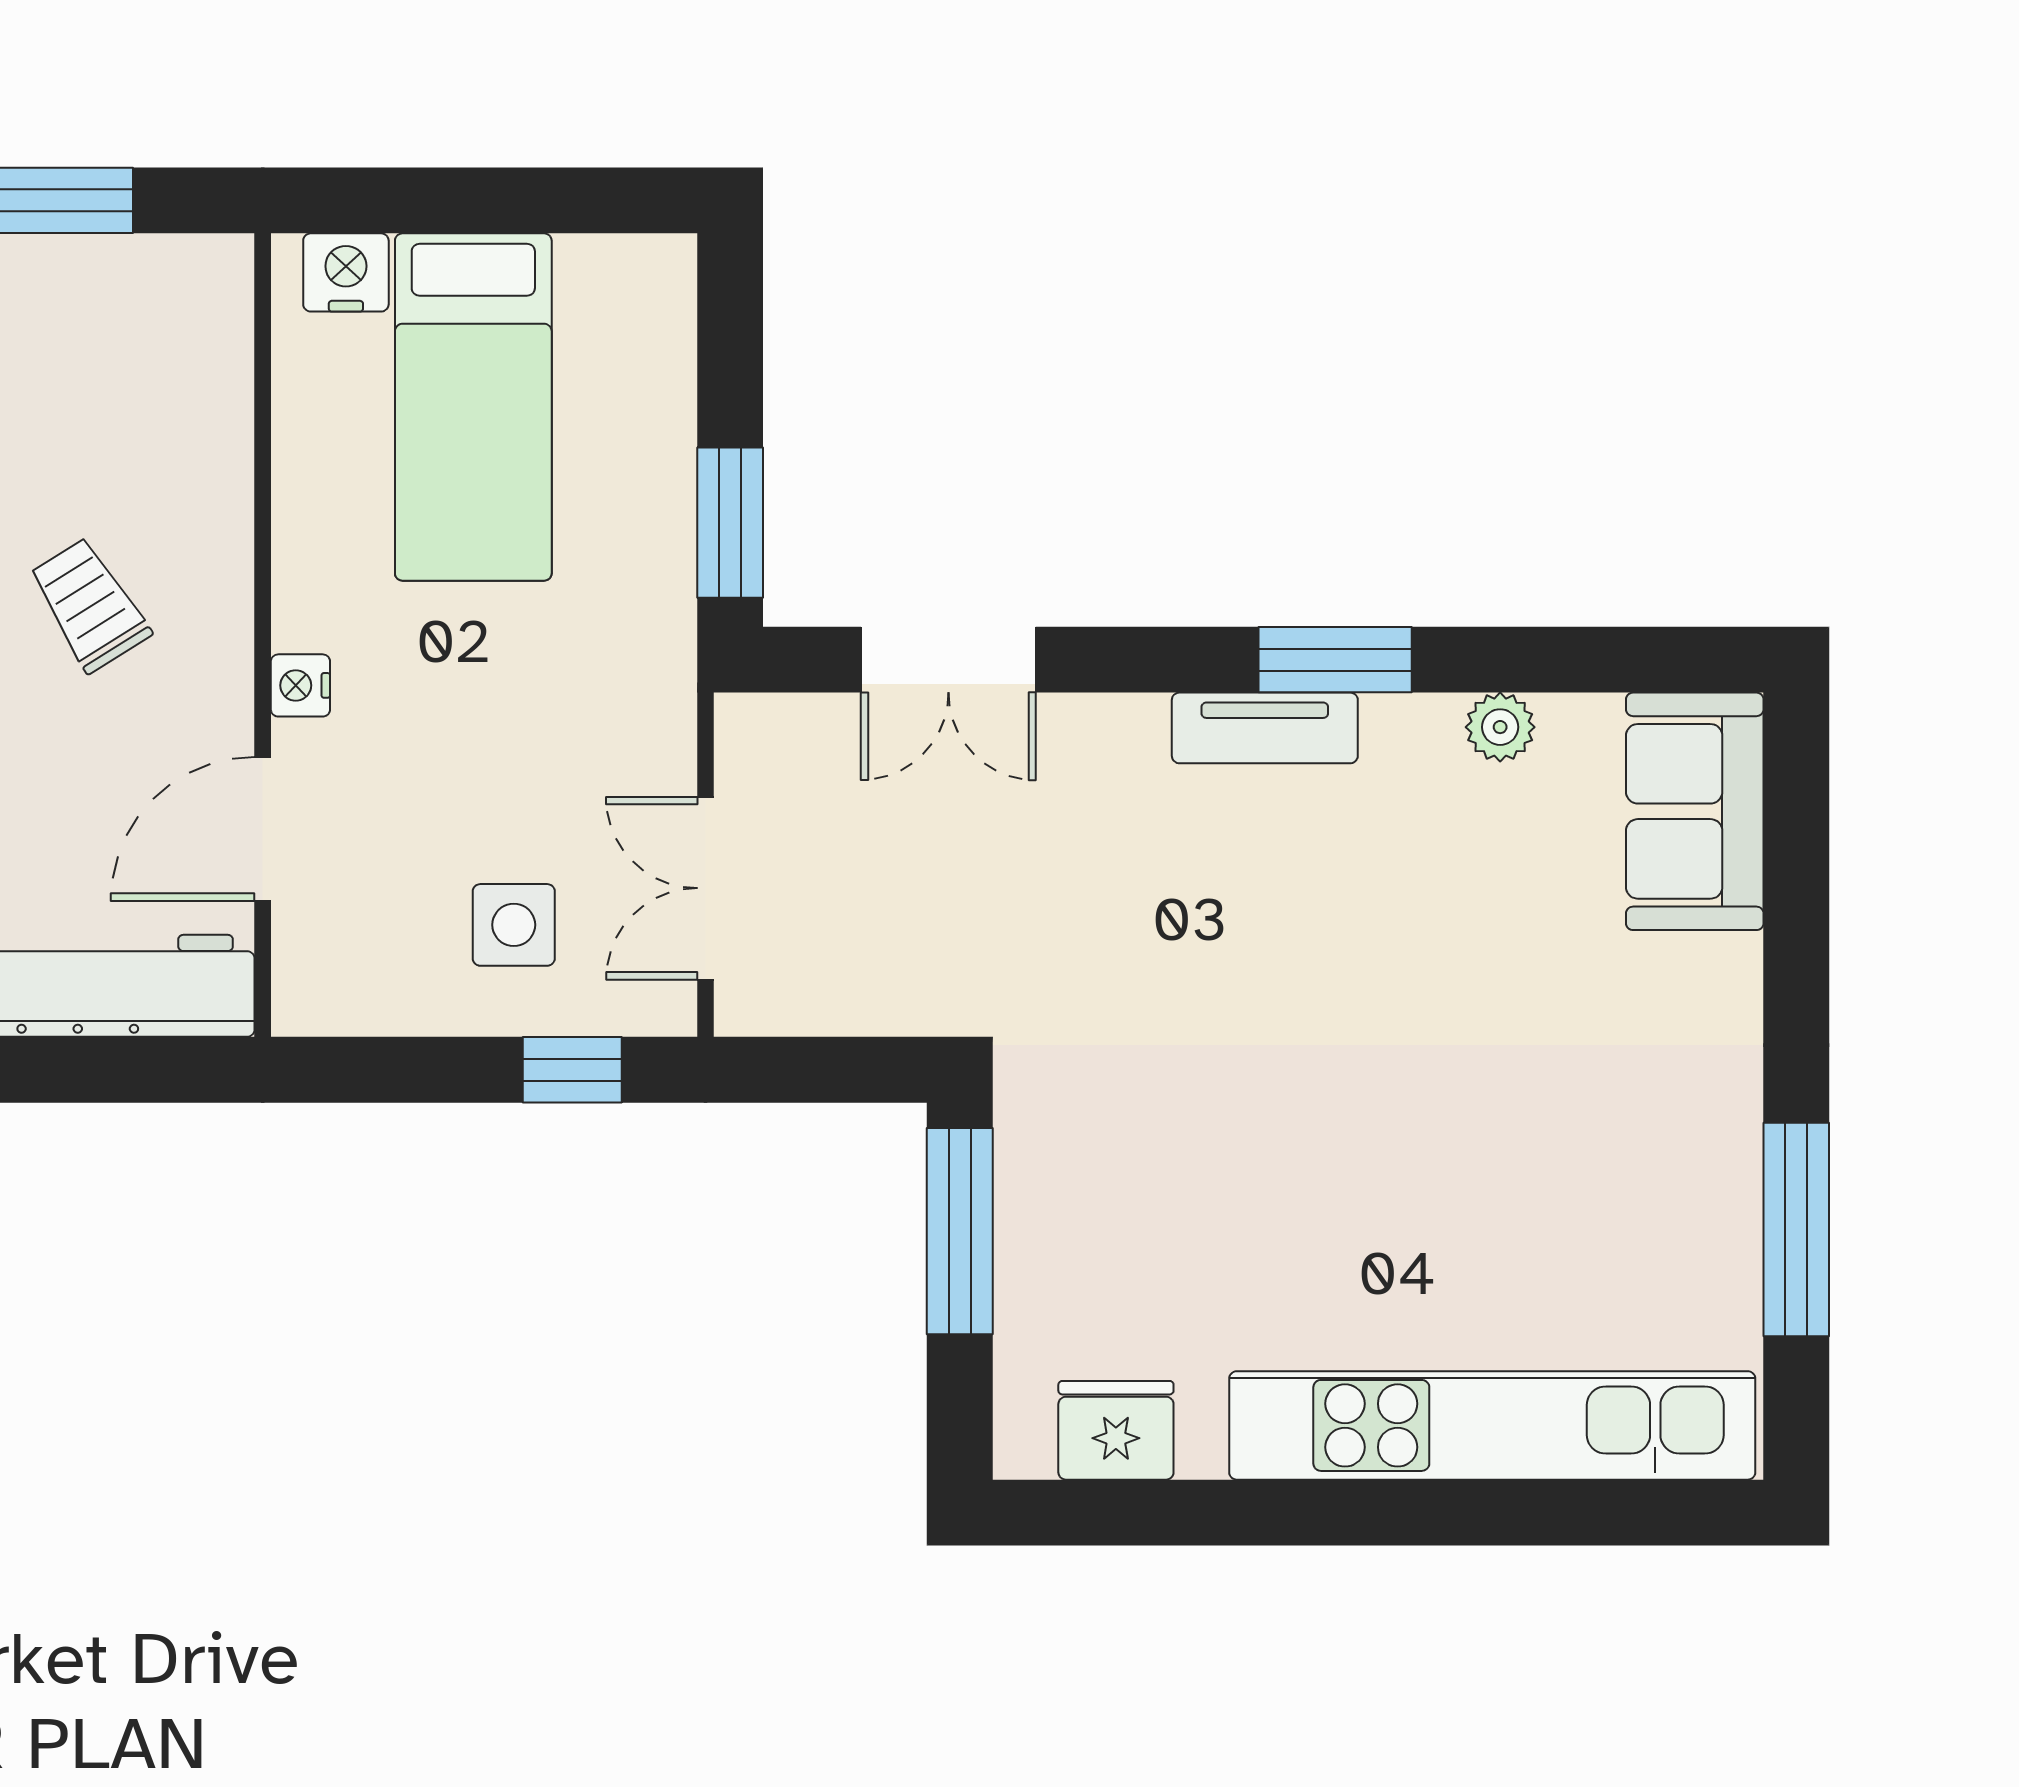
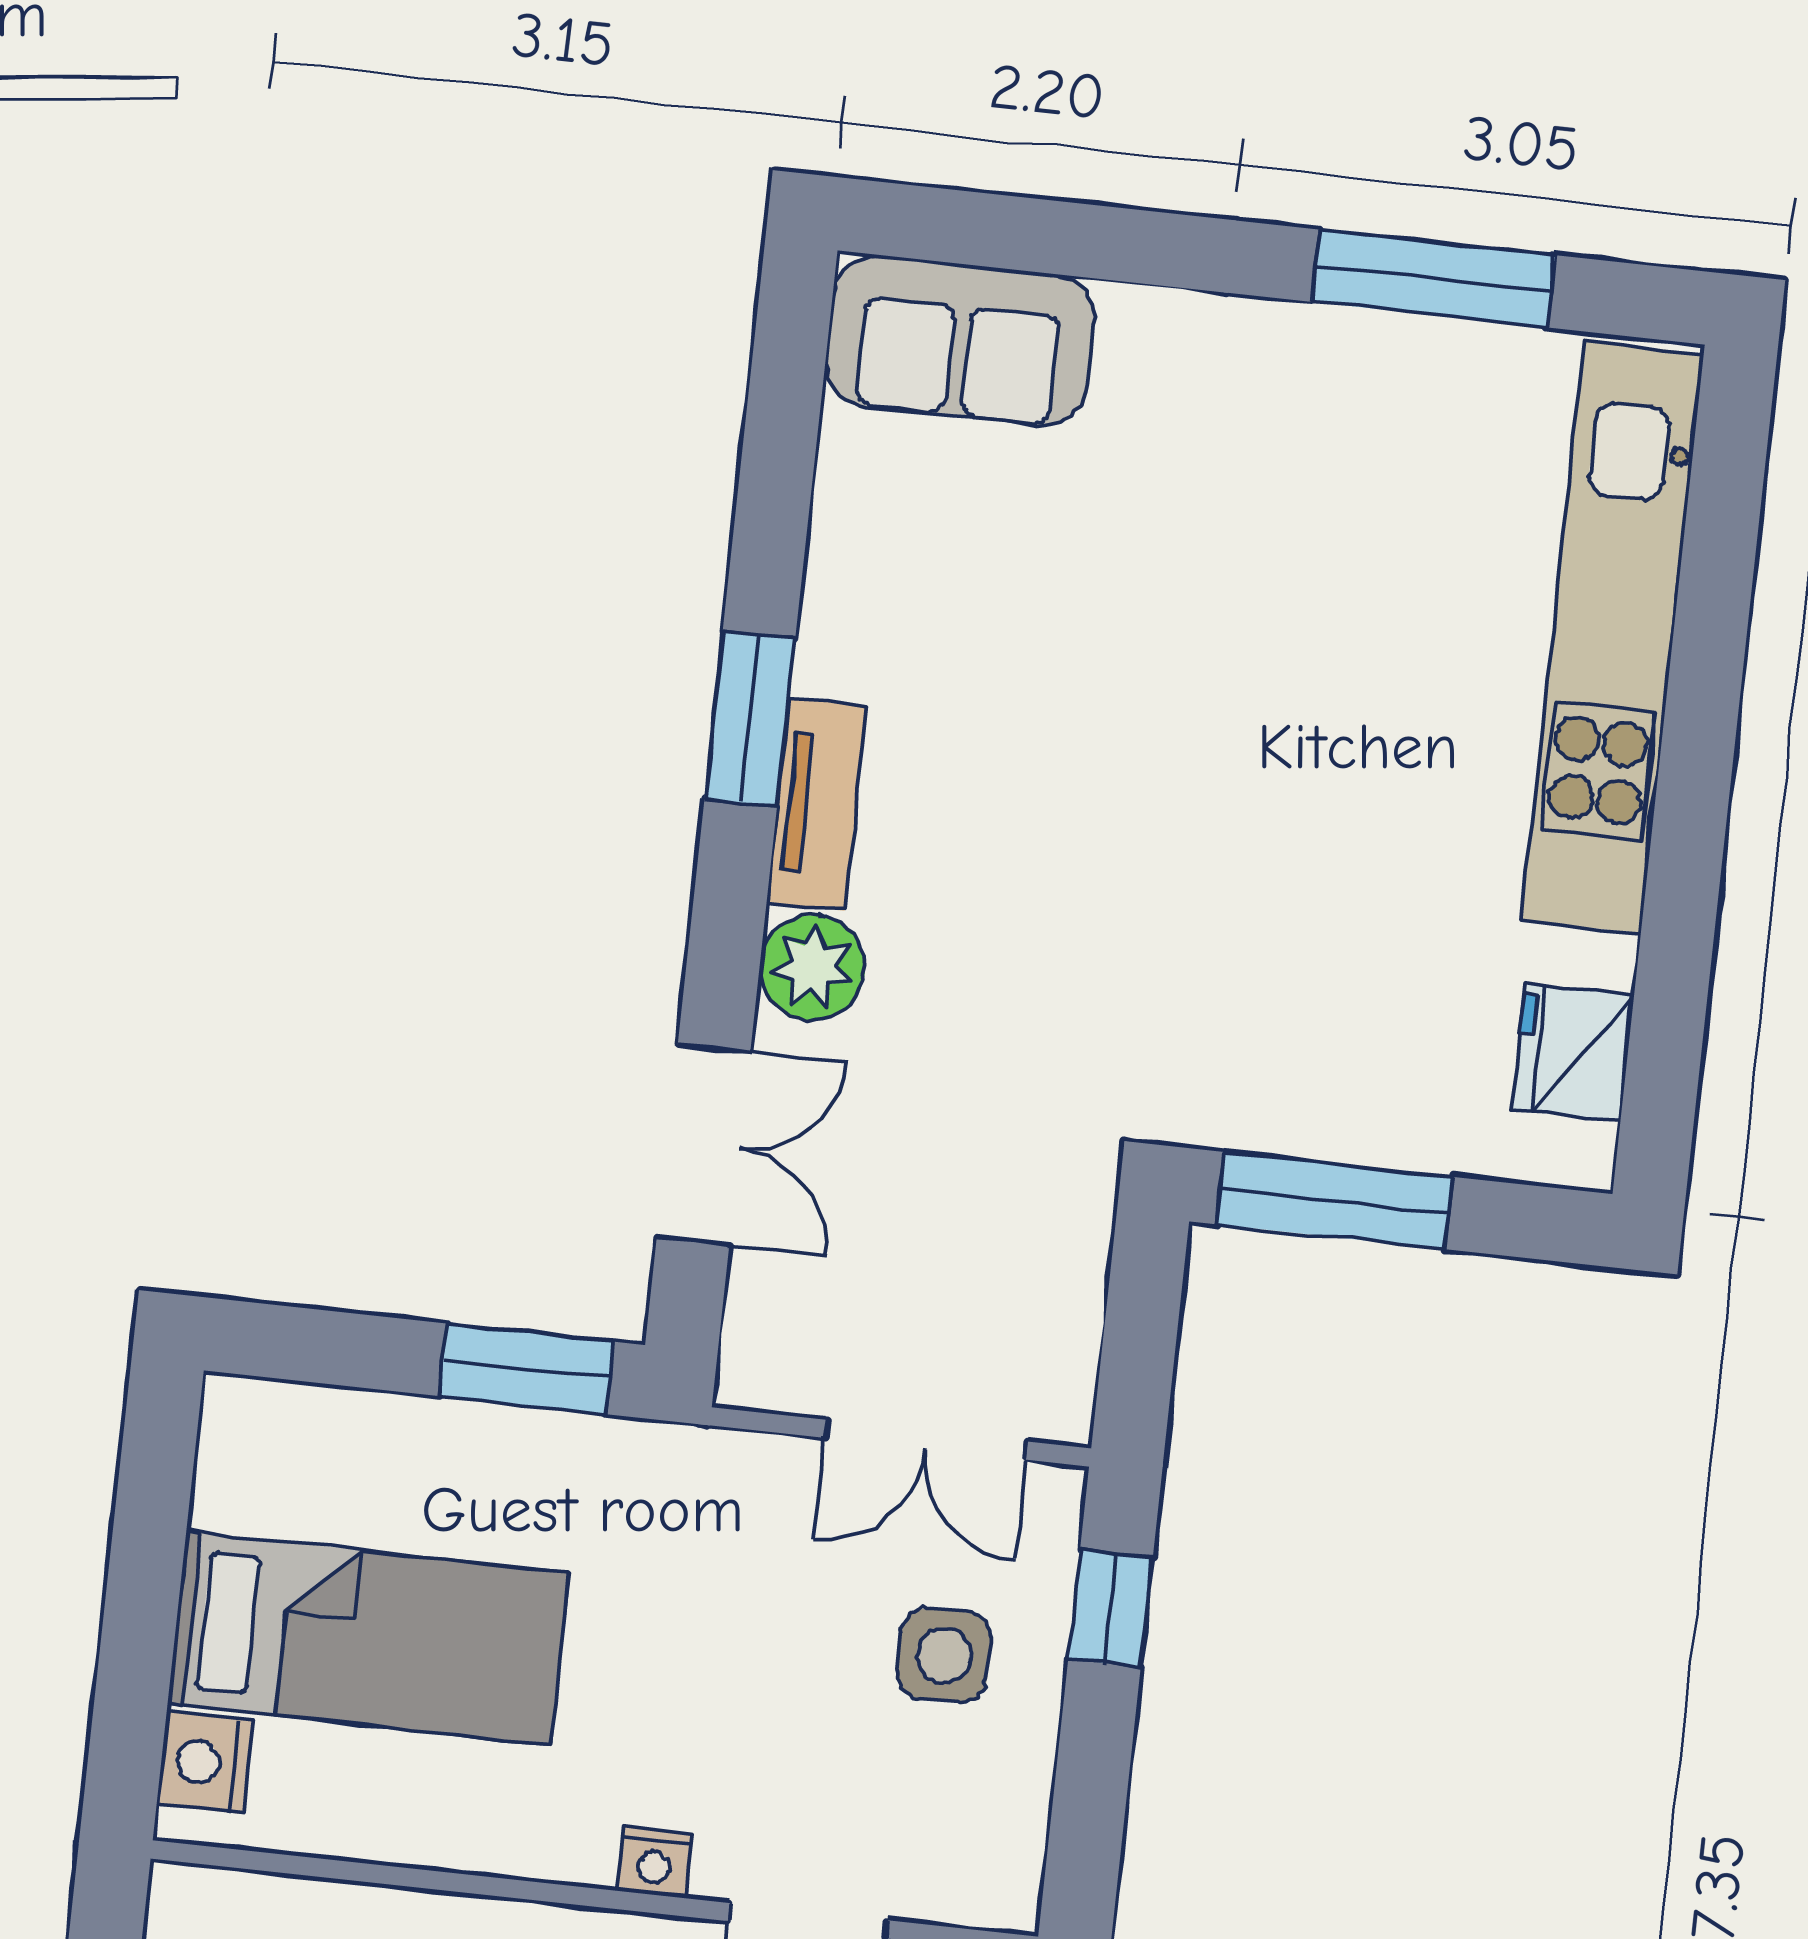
plant: (1500, 727) -> (812, 968), moved, width x1.38, depth x1.38

